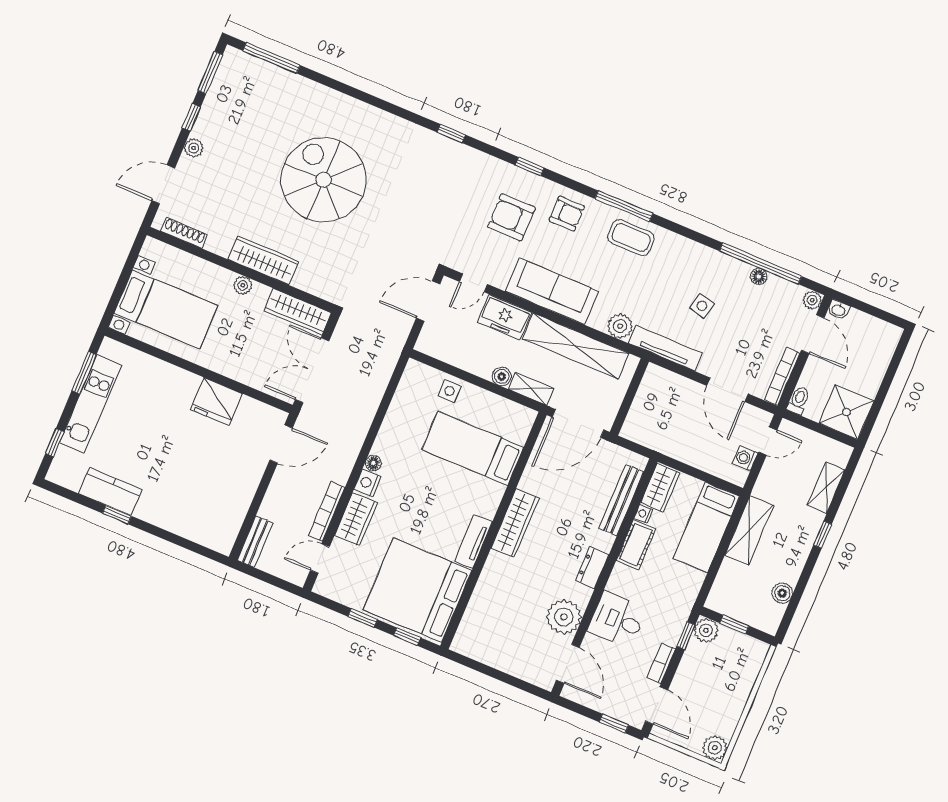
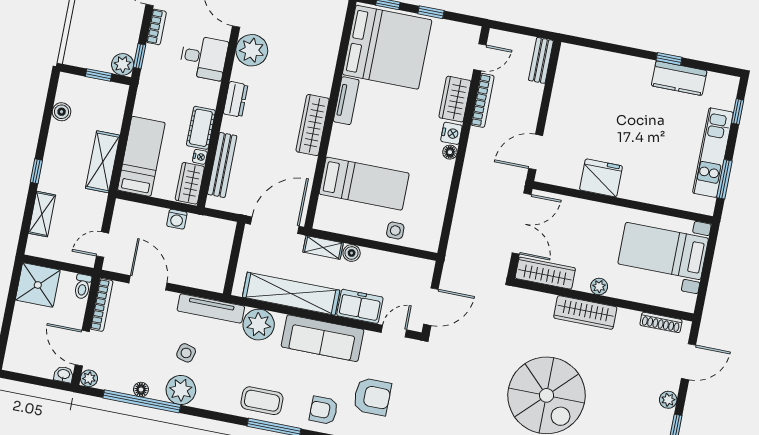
plant: (716, 267) -> (181, 390), added
plant: (620, 326) -> (259, 325), width x1.36, depth x1.36
washing machine: (745, 458) -> (177, 219), moved, turned 90

